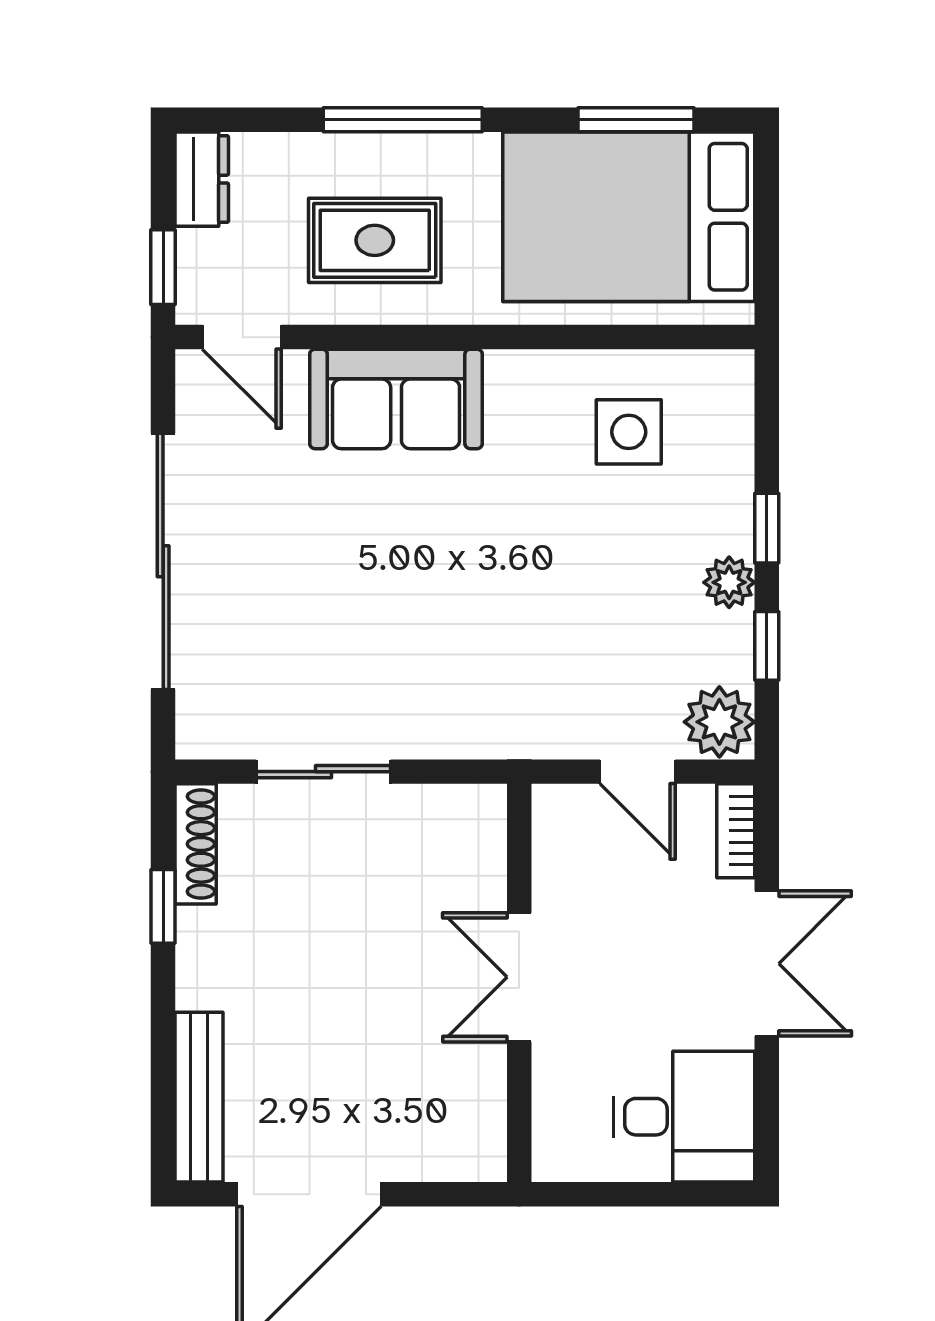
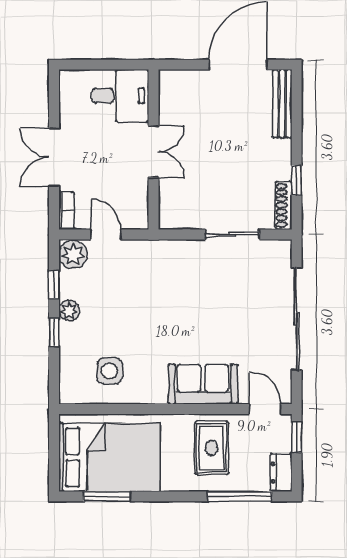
window: (403, 120) -> (240, 496), moved
rug: (375, 240) -> (212, 448), turned 90
desk: (684, 1117) -> (120, 96), moved, turned 180

